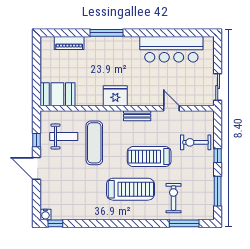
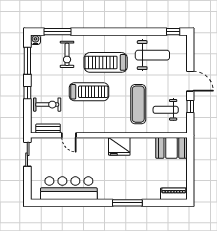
piano: (69, 43) -> (174, 194), moved
bench: (137, 116) -> (48, 128), moved
weight bench: (78, 197) -> (152, 55), added
water cooler: (45, 214) -> (35, 40), moved

